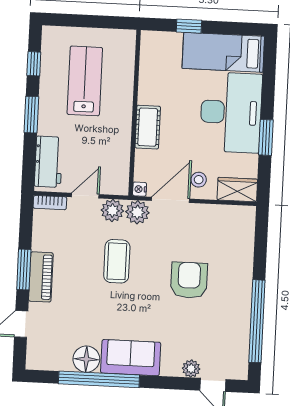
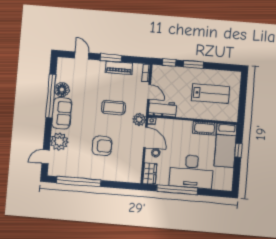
bed: (223, 52) -> (226, 145), moved, turned 180
window: (34, 64) -> (169, 63), moved
cot: (148, 127) -> (205, 128), moved
window: (266, 137) -> (177, 190), width x2.11
workbench: (48, 162) -> (162, 109), moved, turned 180
plant: (112, 211) -> (141, 106), removed
piano: (41, 277) -> (119, 68), moved
plant: (191, 369) -> (59, 142), width x1.88, depth x1.88

